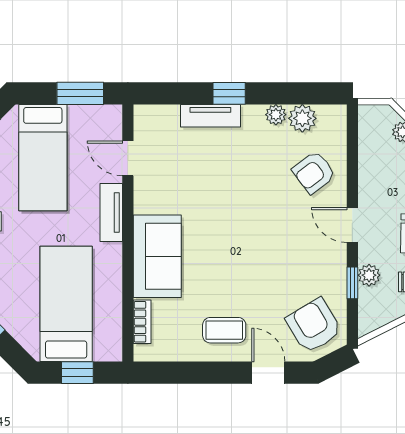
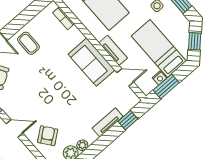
window: (229, 93) -> (128, 120), moved
nightstand: (79, 114) -> (159, 78), added
sofa: (157, 256) -> (91, 62), moved
coffee table: (224, 330) -> (28, 43), turned 90

